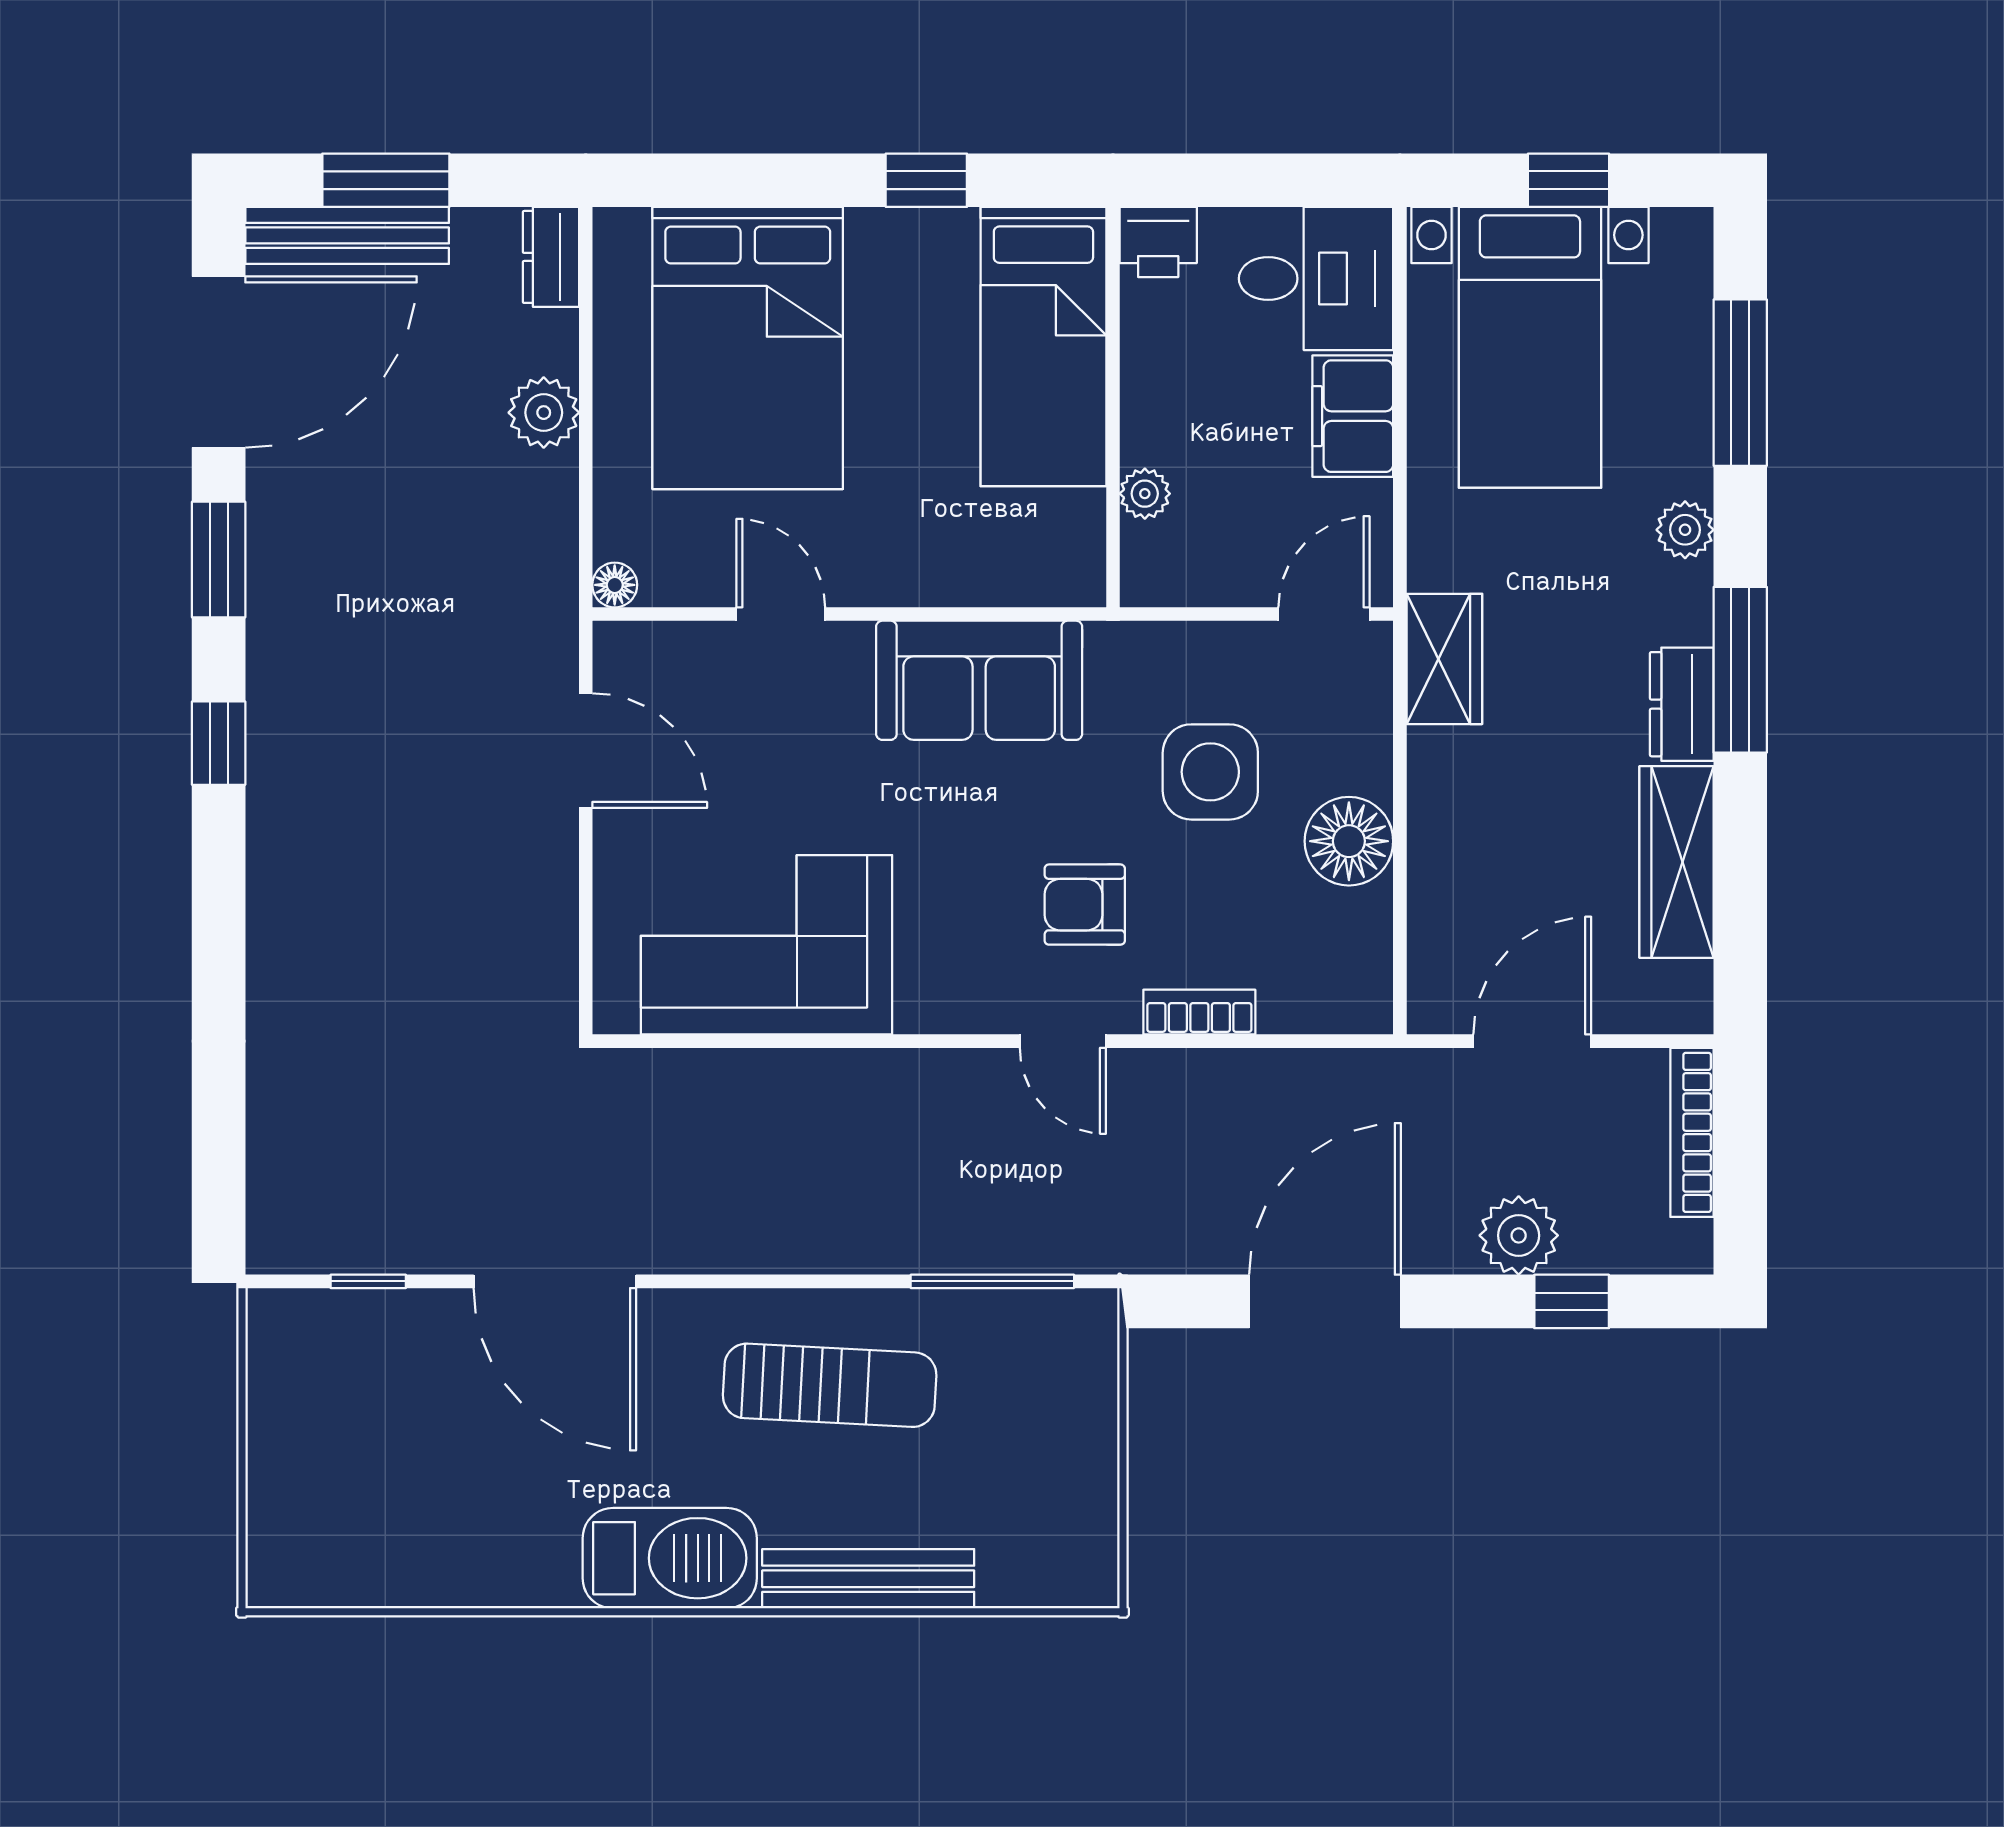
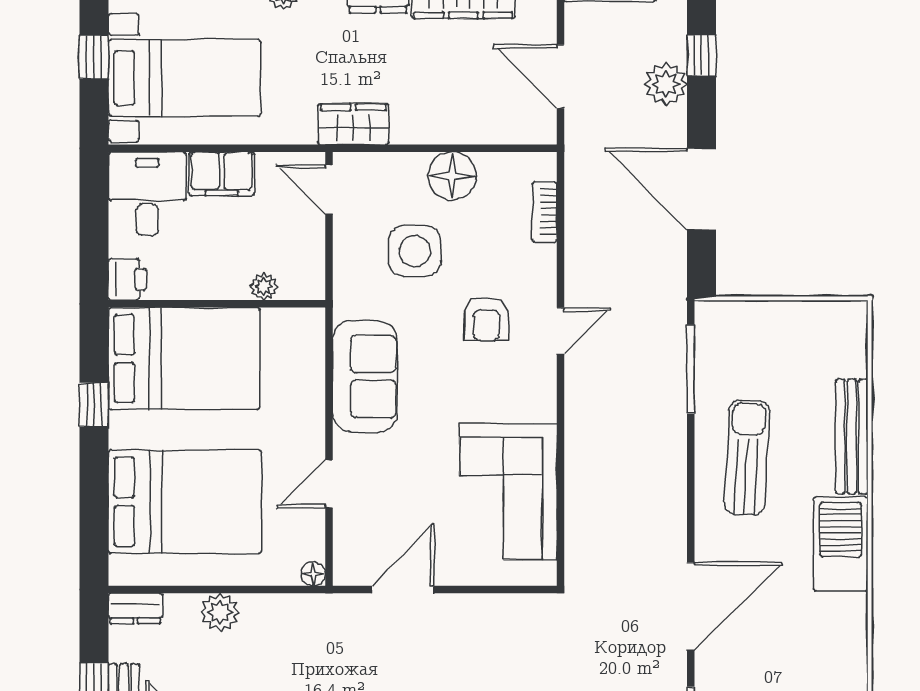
bed: (1043, 347) -> (184, 359), width x1.50
bookcase: (1199, 1012) -> (545, 212), moved

